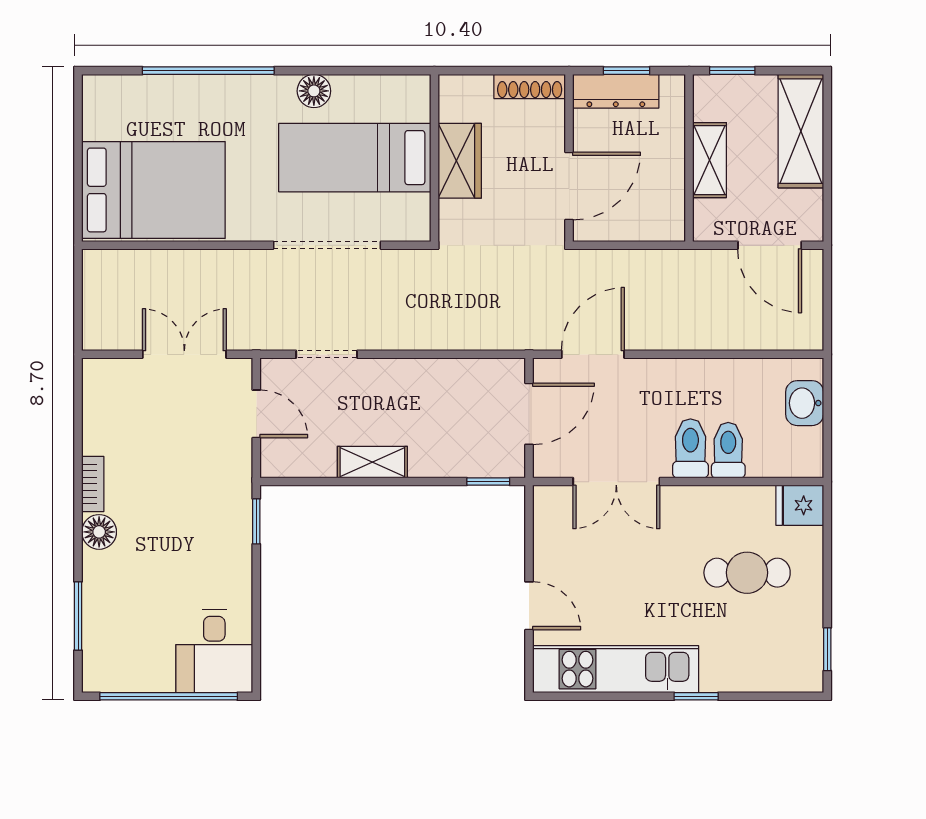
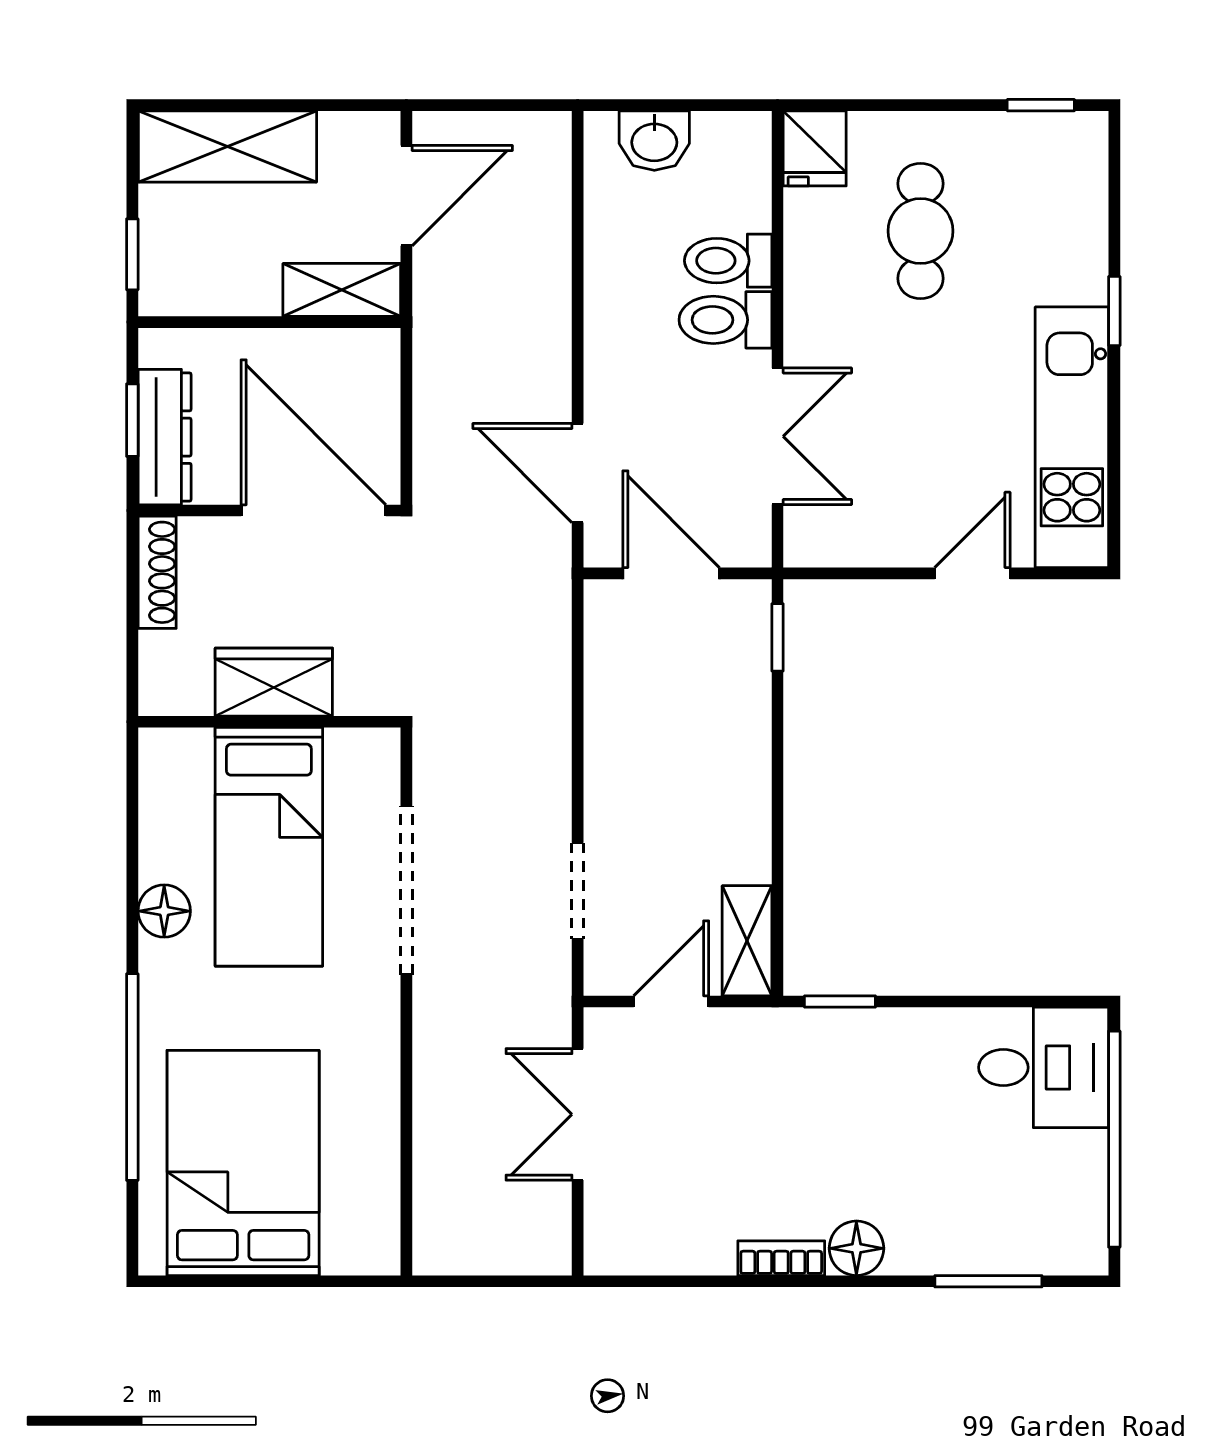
shelving: (710, 160) -> (342, 290), moved
door: (569, 186) -> (313, 510), width x1.36
bed: (153, 190) -> (243, 1163), moved
shelving: (372, 462) -> (747, 941), moved

